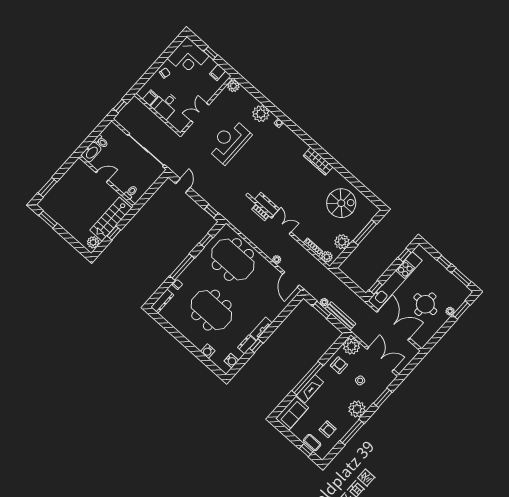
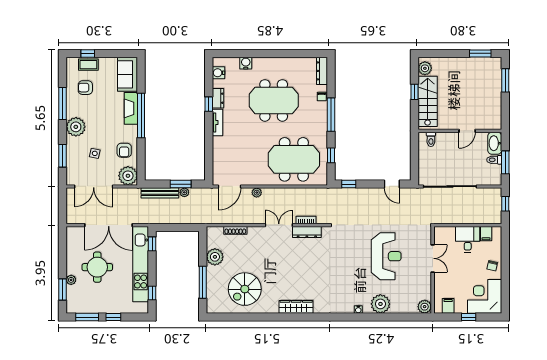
window: (96, 133) -> (505, 162), added
double door: (281, 225) -> (279, 225), swing flipped
plant: (327, 257) -> (216, 233), removed
door: (291, 279) -> (230, 186), swing flipped

